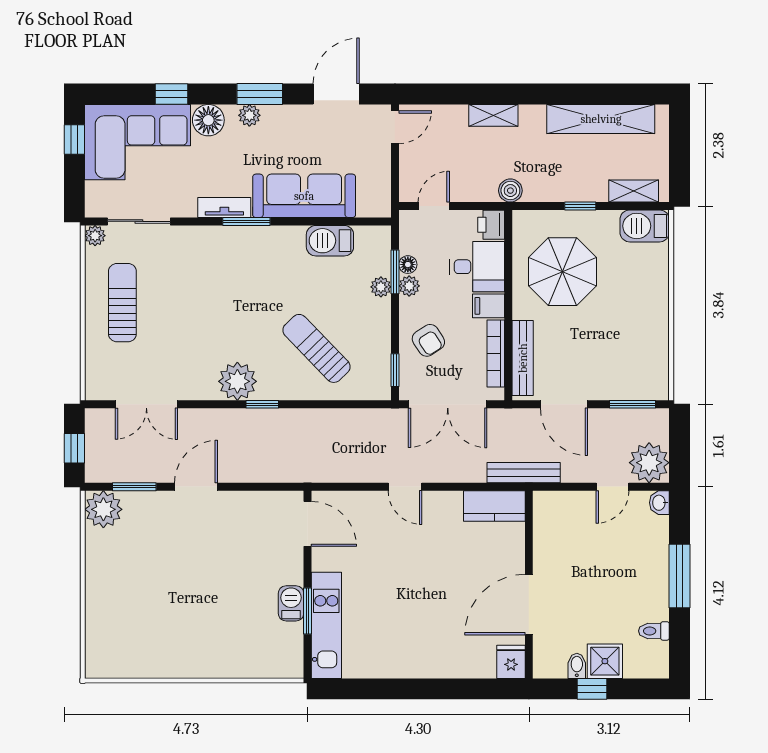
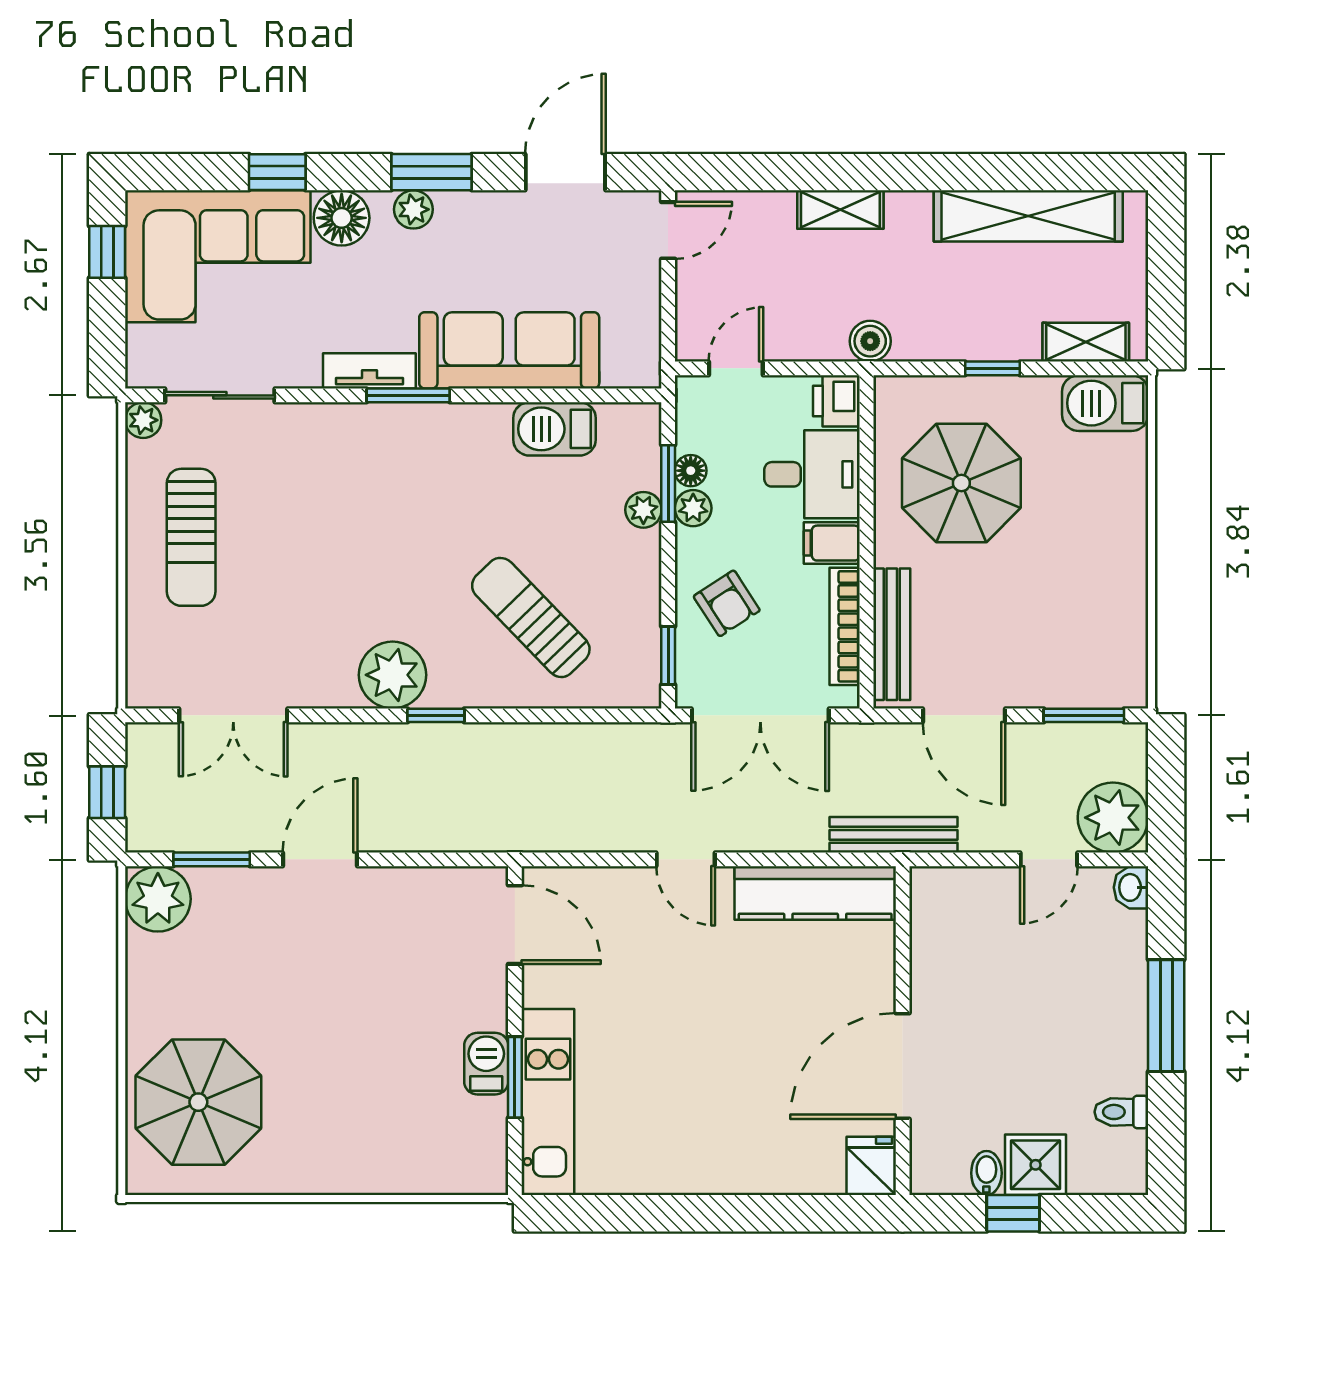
sun lounger: (122, 303) -> (191, 537), turned 180
kitchen counter: (494, 506) -> (815, 893), width x1.50
parasol: (127, 625) -> (198, 1102), added

